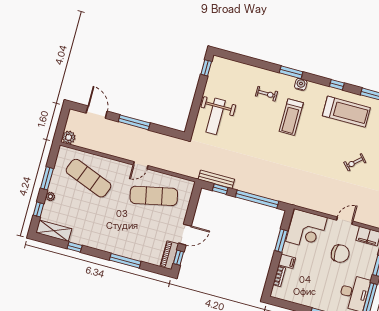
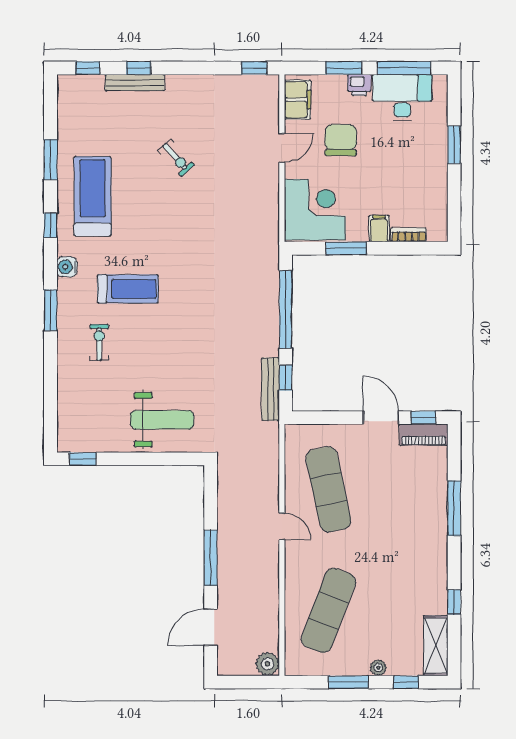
water cooler: (301, 84) -> (67, 267), moved
door: (345, 221) -> (282, 148), swing flipped
printer: (367, 272) -> (359, 85), added

